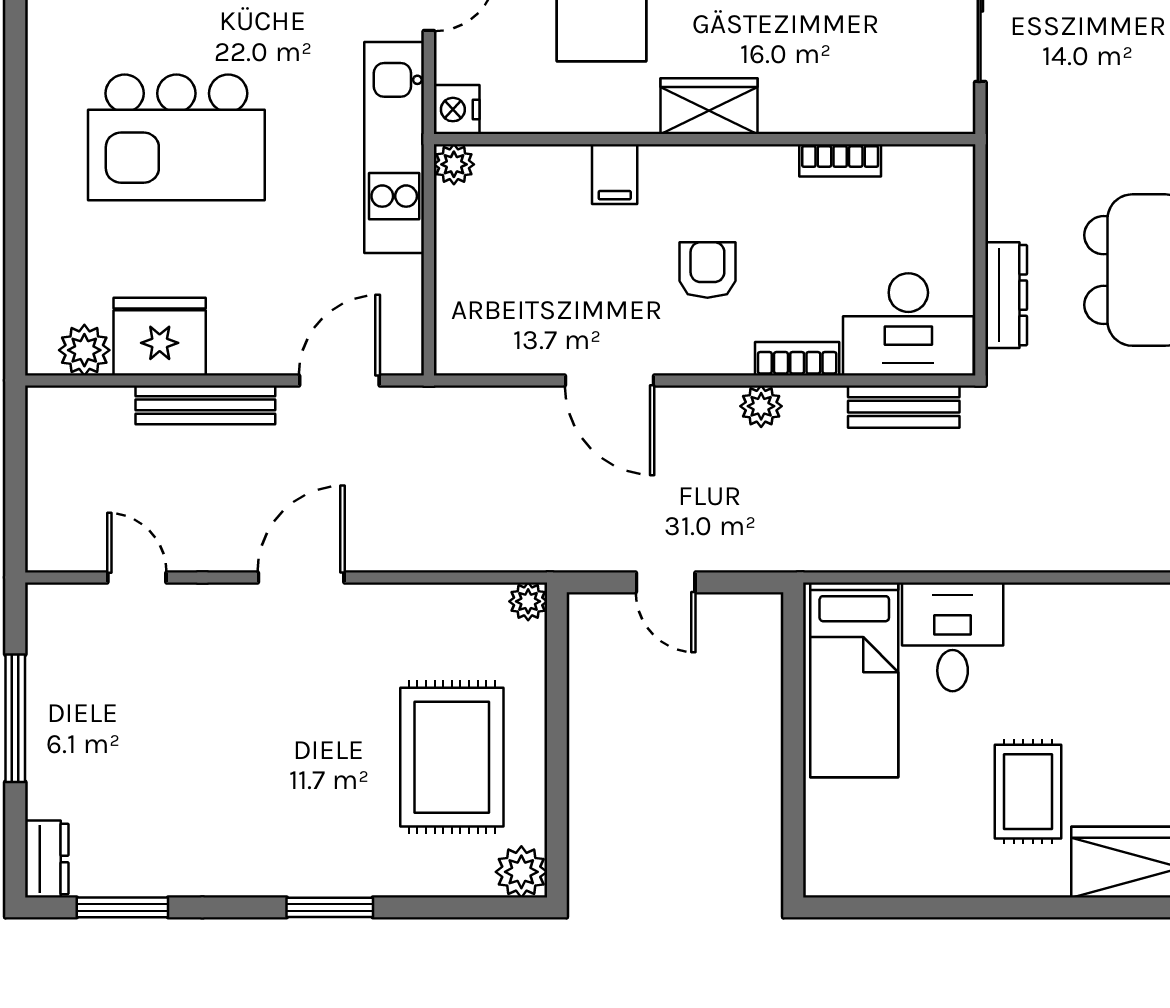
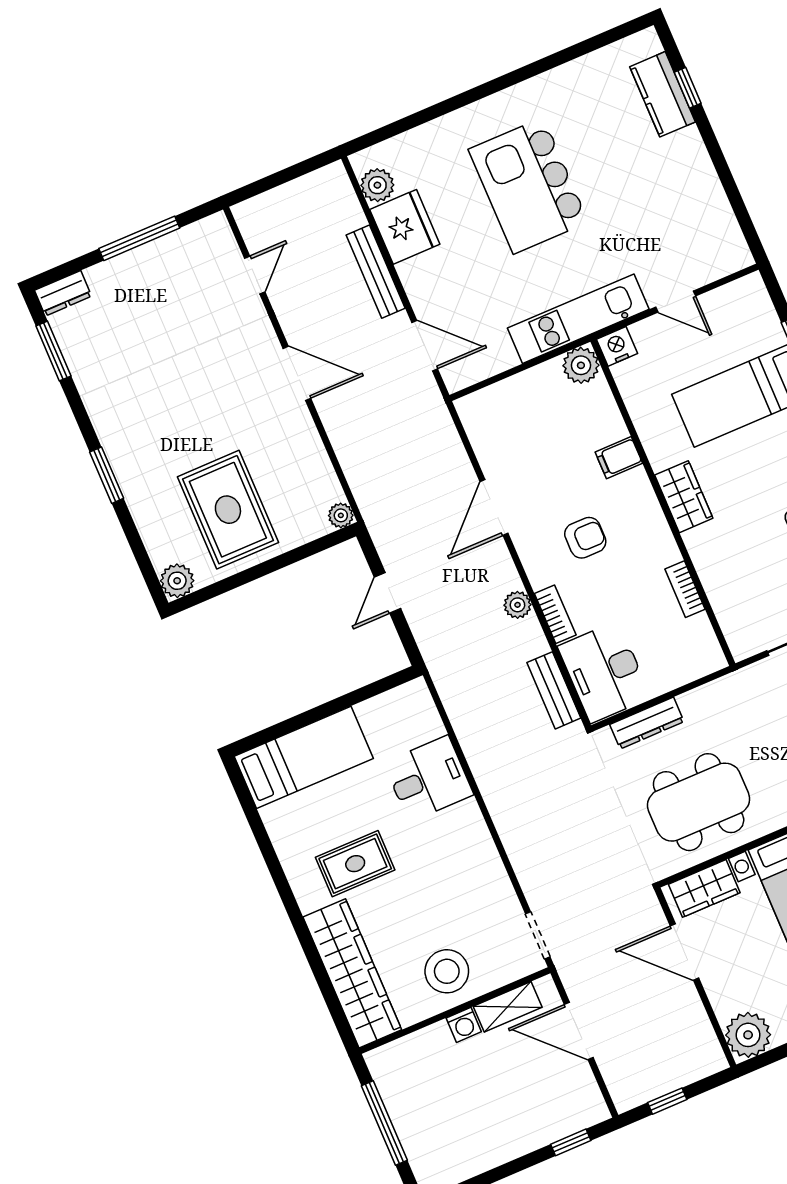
plant: (454, 164) -> (581, 365), width x1.38, depth x1.38
bed: (854, 680) -> (304, 757), moved, turned 180
rug: (452, 757) -> (228, 510), turned 90

